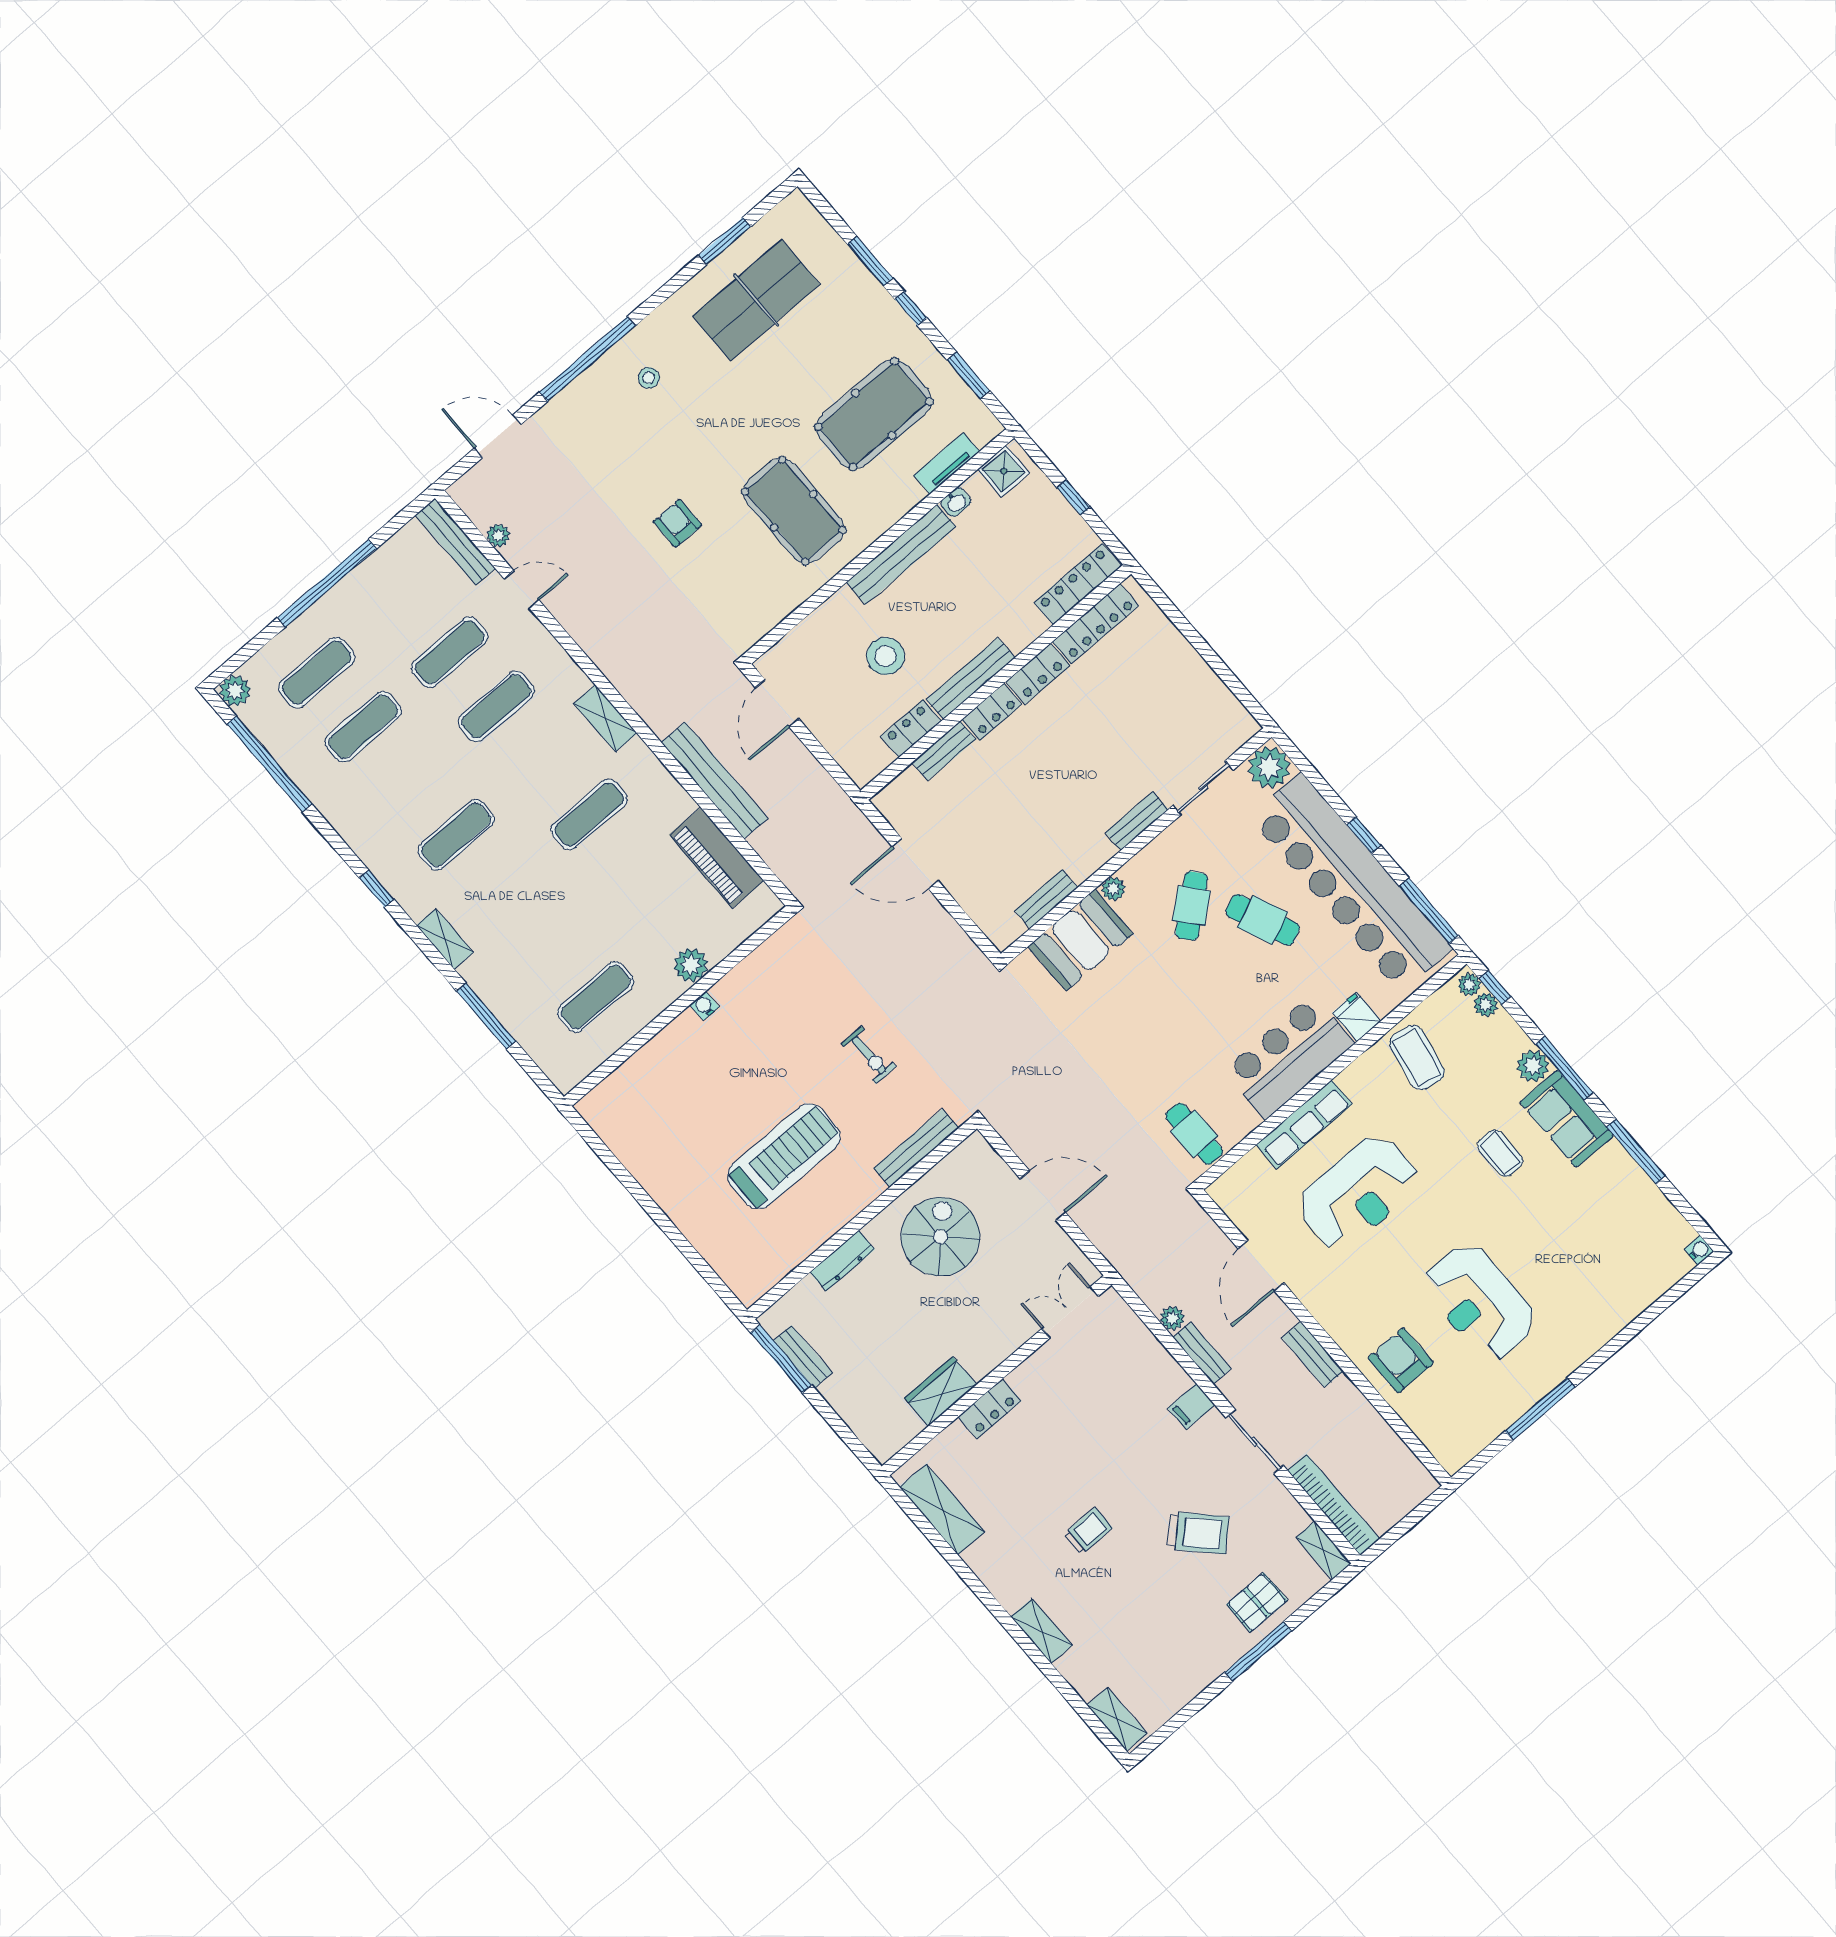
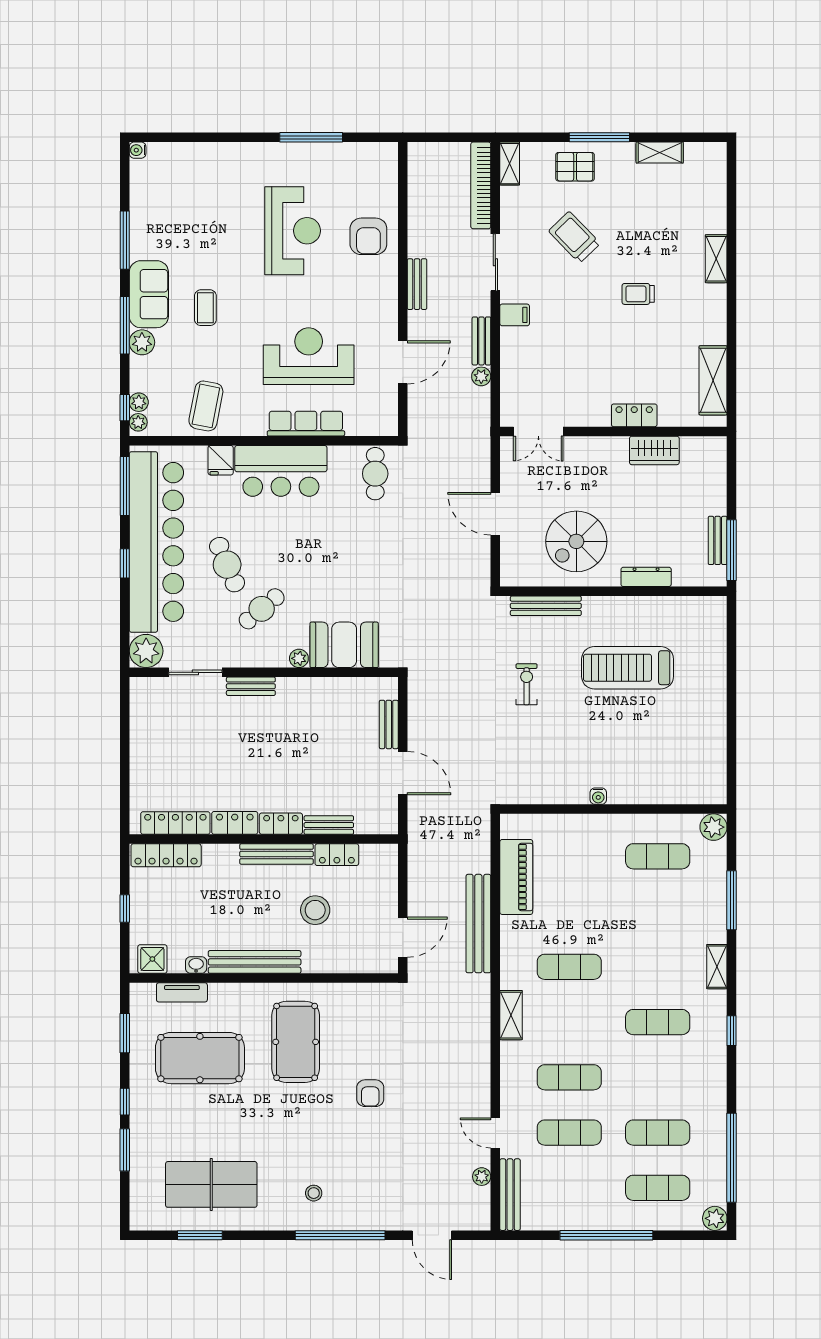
bench: (1046, 899) -> (389, 724), moved, turned 90
plant: (691, 965) -> (713, 827), moved
shelving: (1117, 1719) -> (660, 153), moved, turned 90

